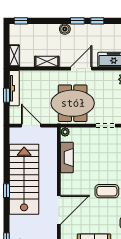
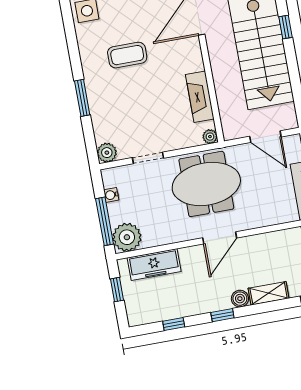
window: (97, 21) -> (174, 324), moved
shelving: (47, 61) -> (269, 293), moved
door: (81, 69) -> (220, 238), moved

